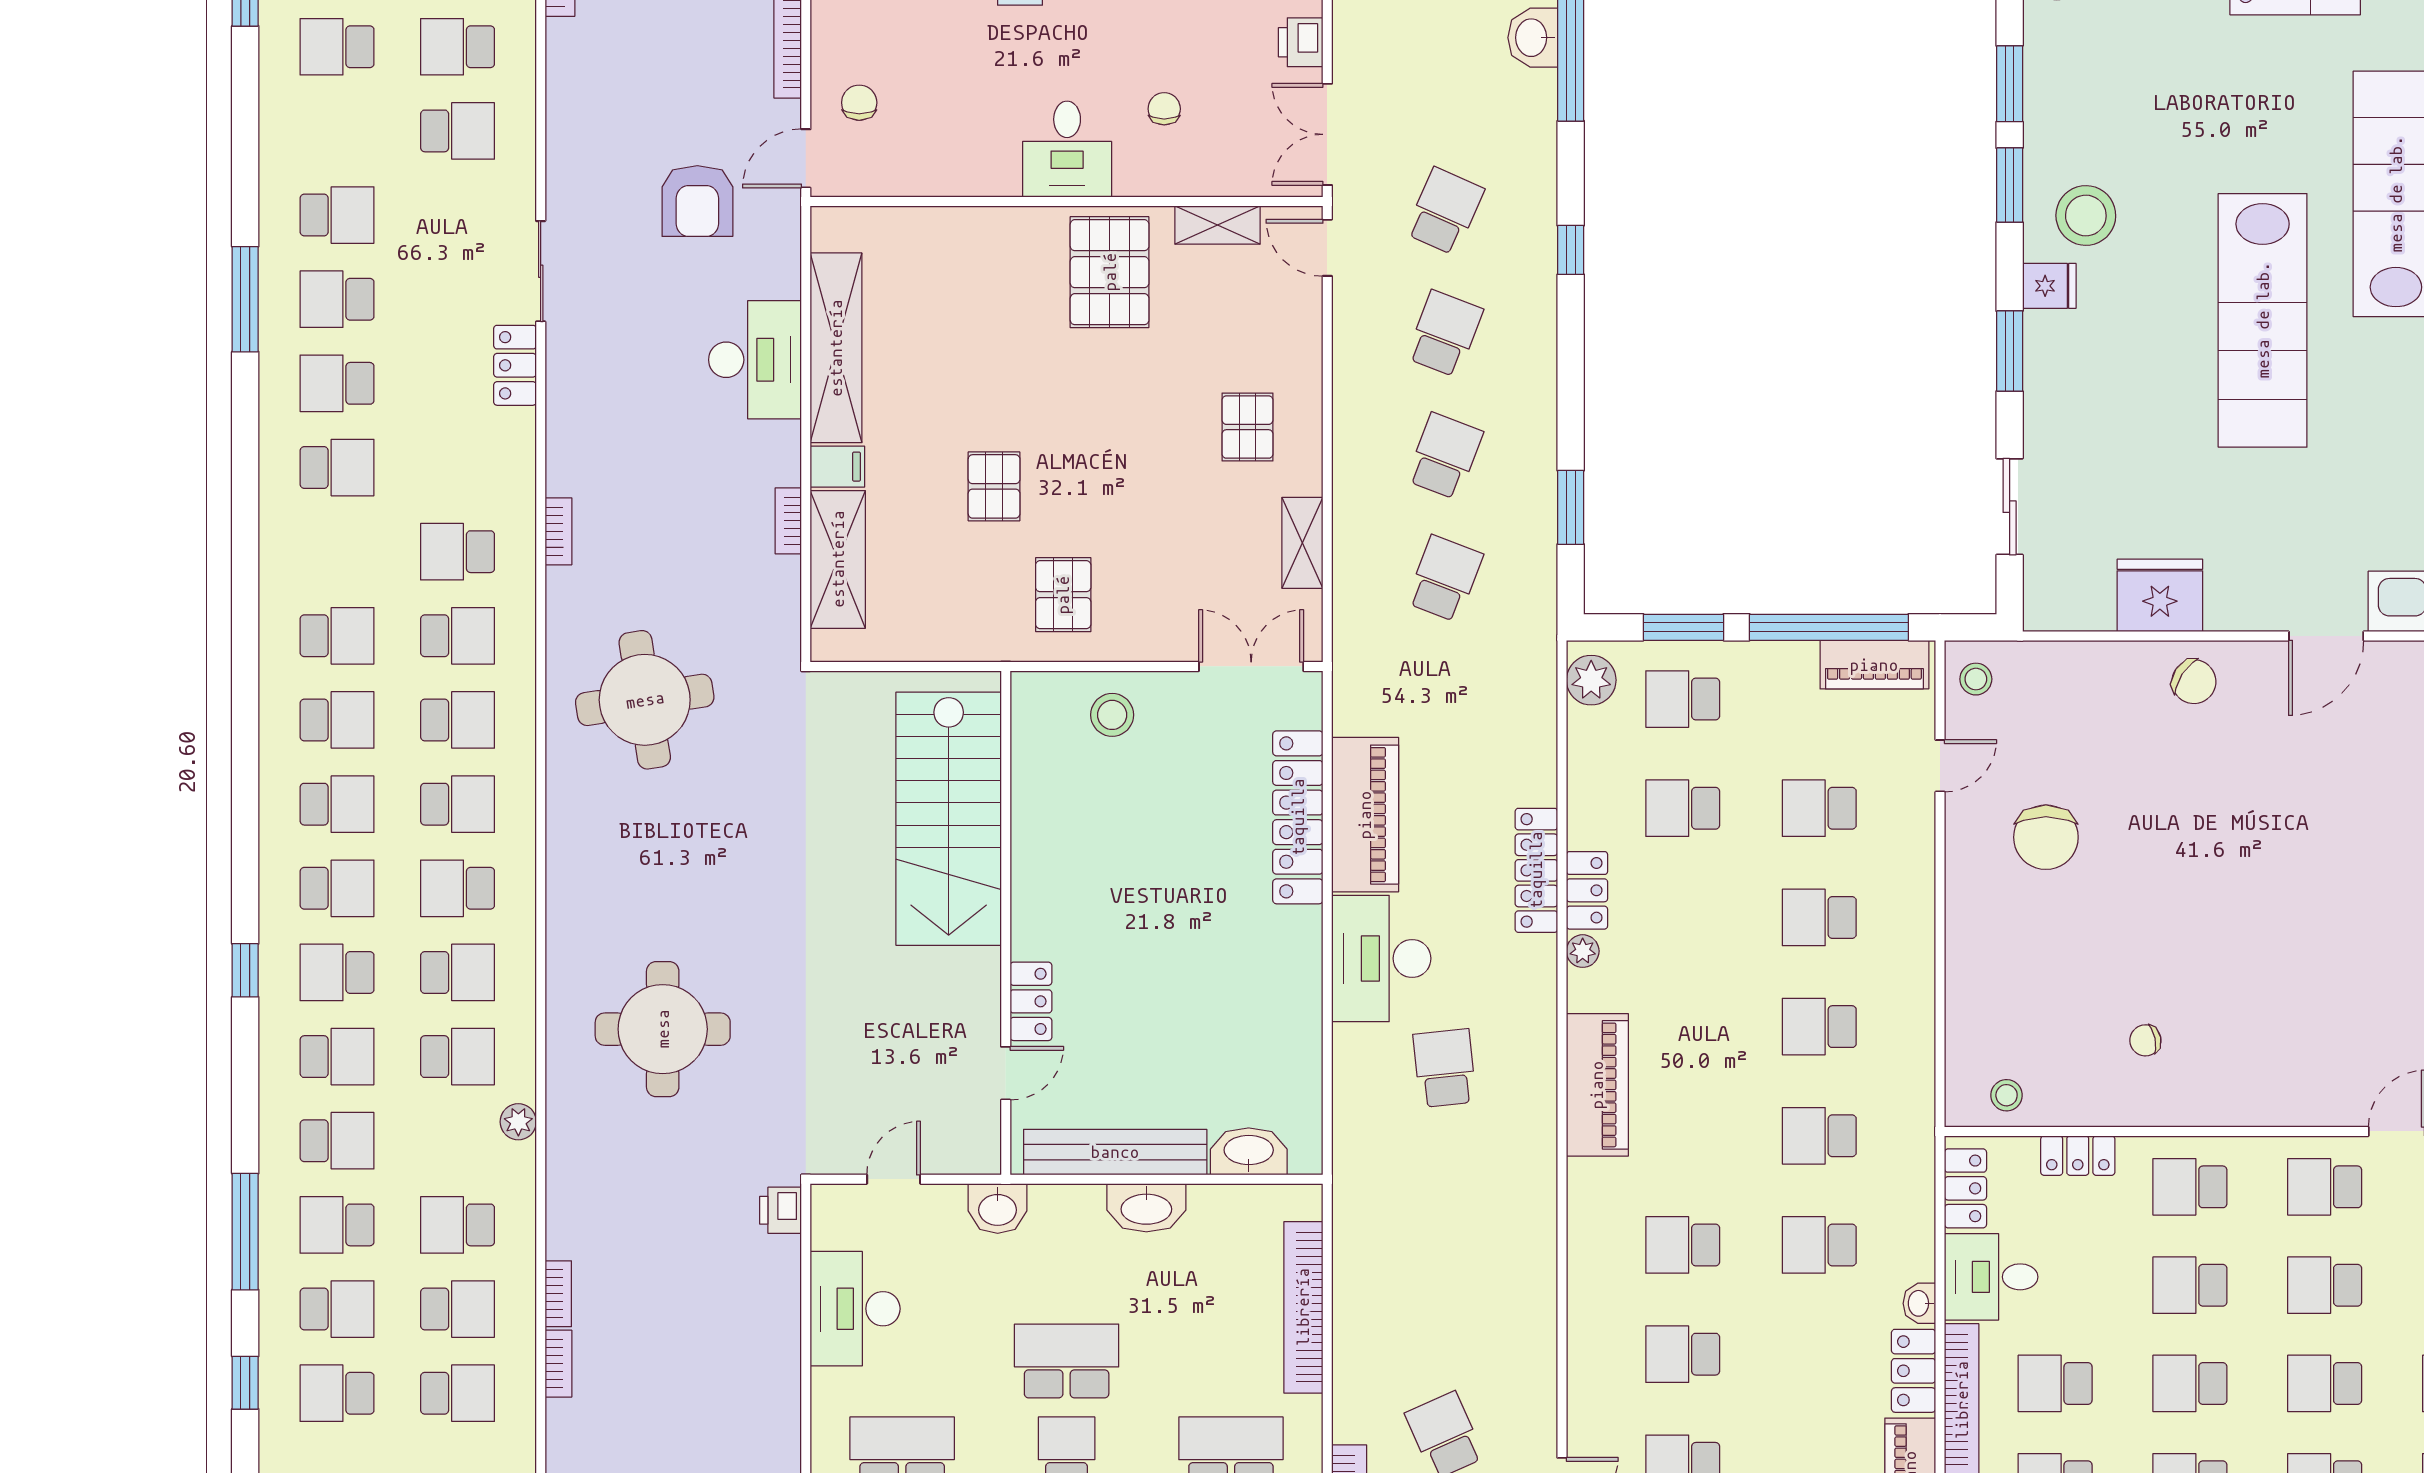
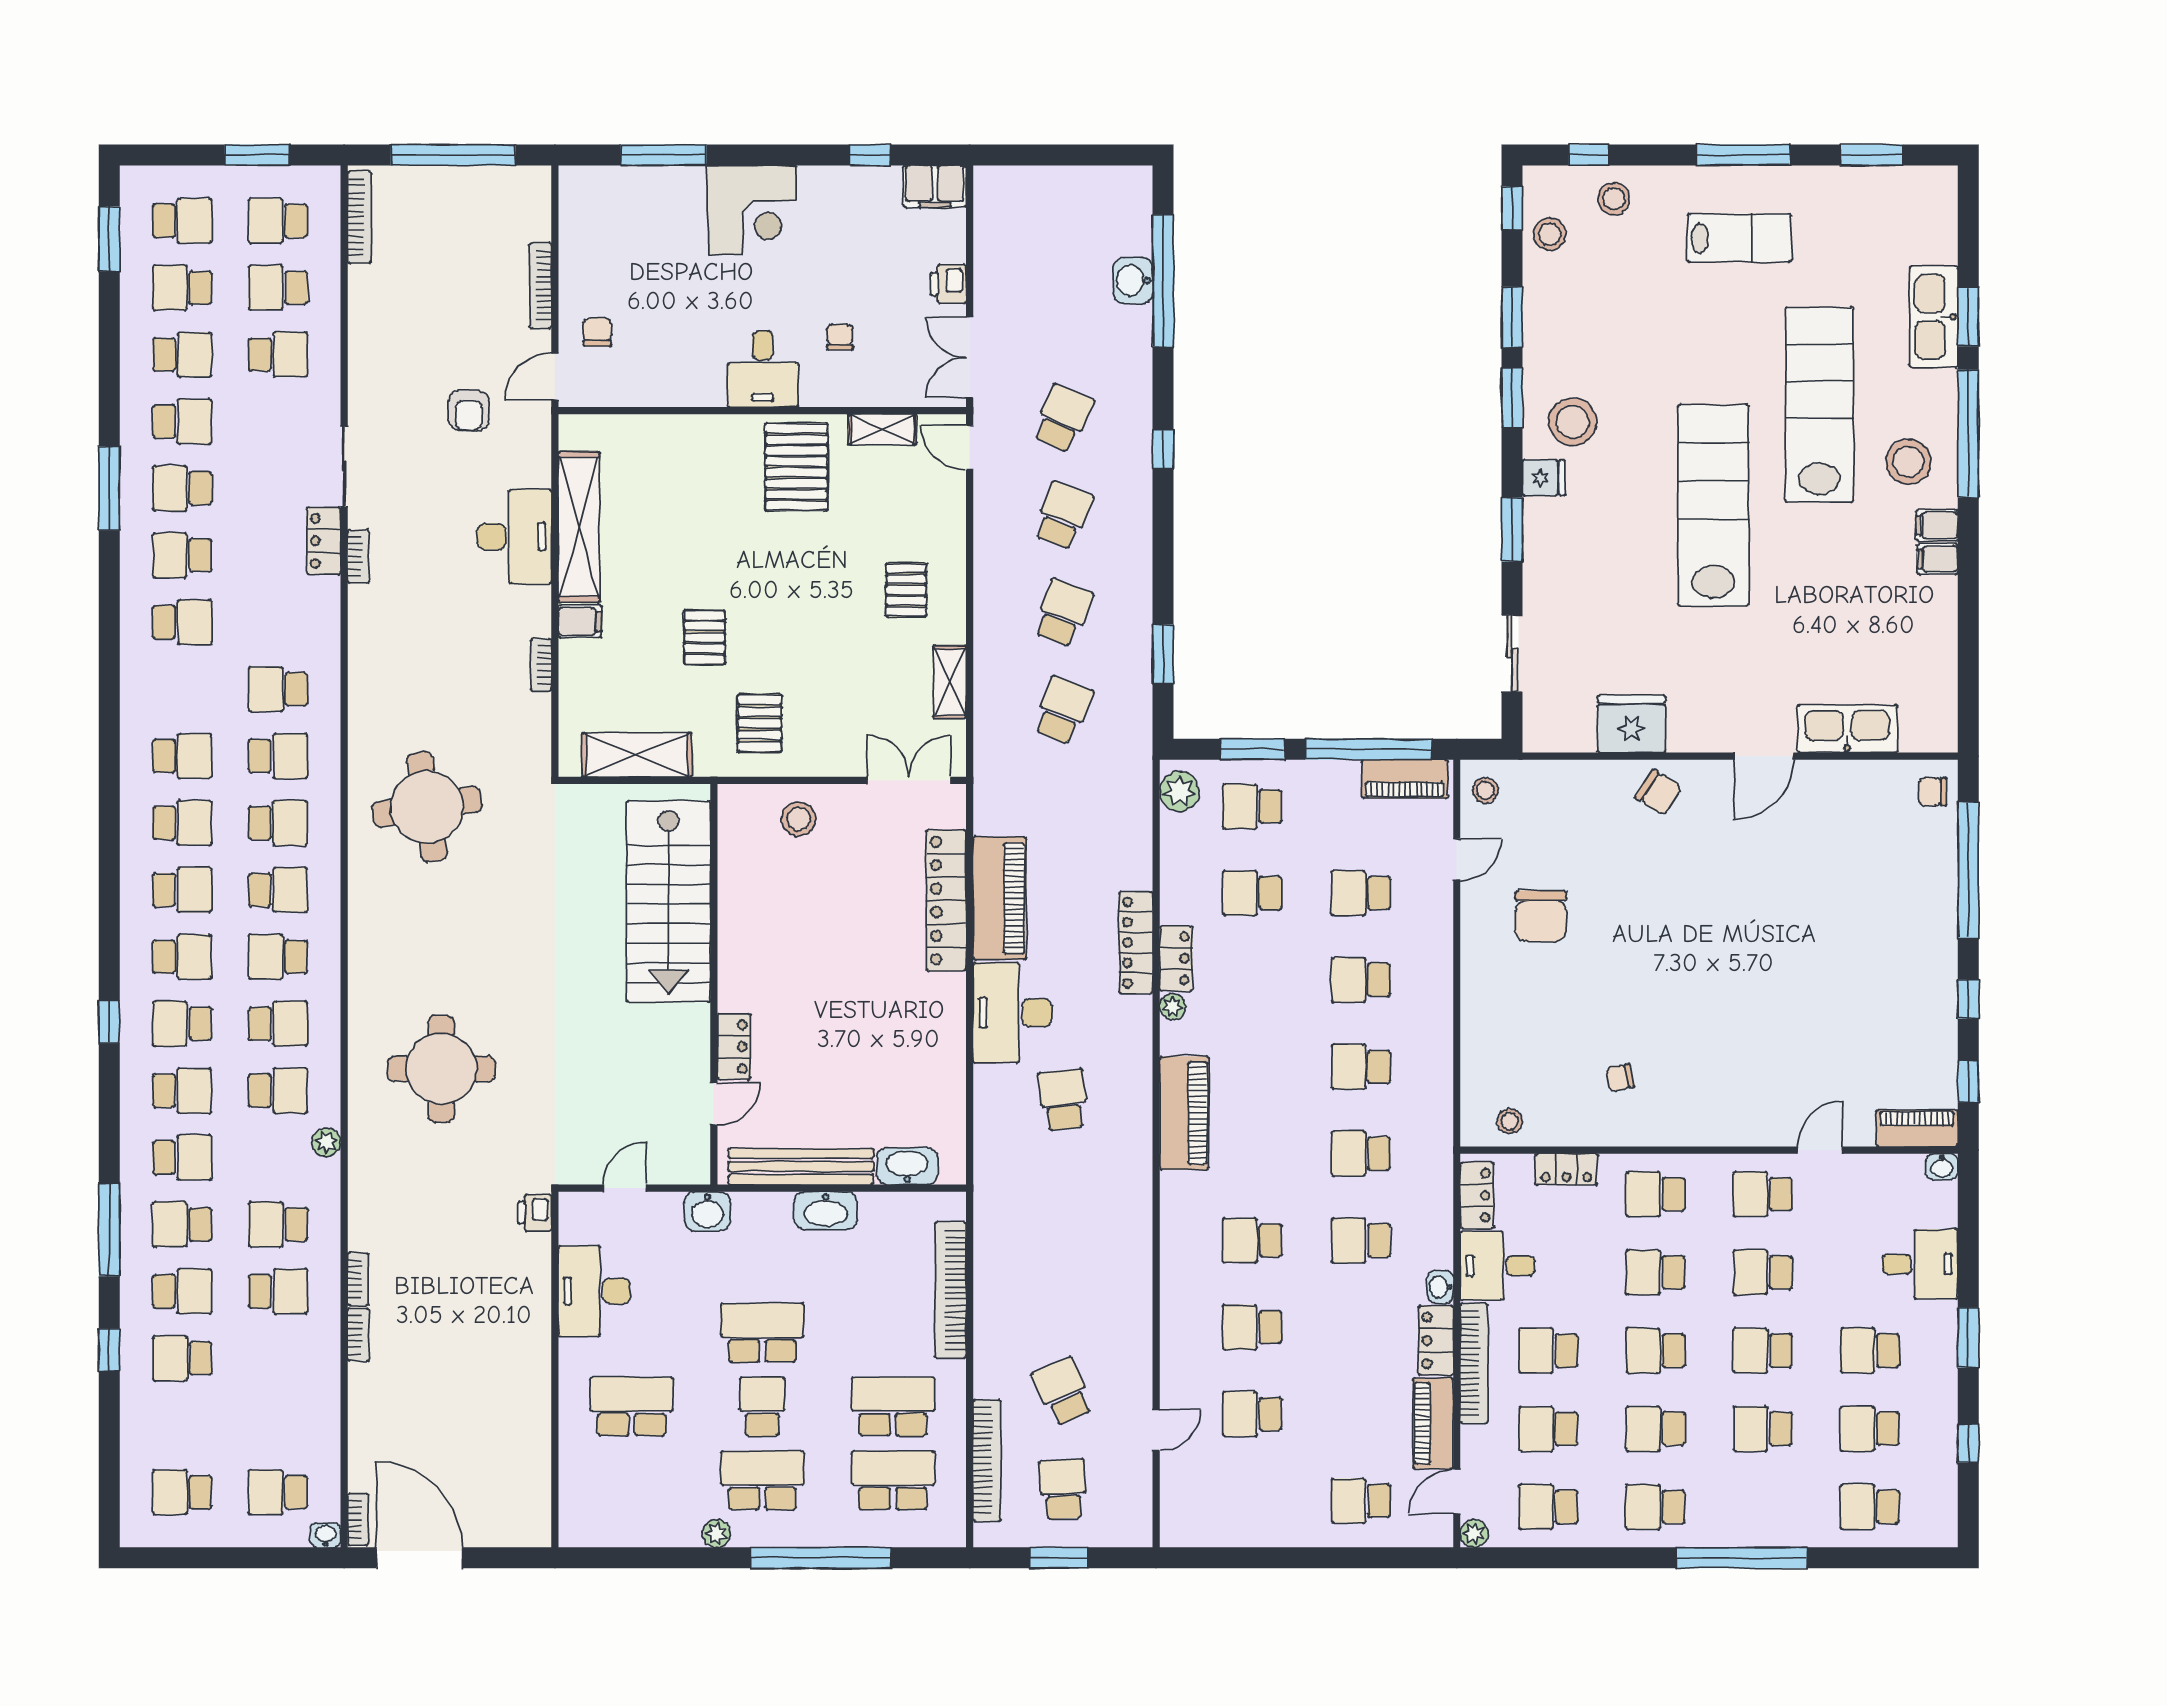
armchair: (697, 201) -> (469, 410), width x0.72, depth x0.72
lab bench: (2263, 320) -> (1713, 505), turned 180
bookcase: (558, 531) -> (358, 556), moved
shelving: (838, 559) -> (637, 755), moved, turned 90
school desk: (458, 1393) -> (182, 355), moved

